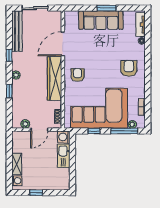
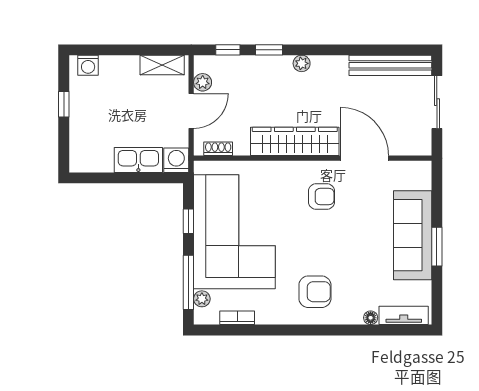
window: (9, 55) -> (228, 50), moved
armchair: (78, 75) -> (321, 197), moved
door: (39, 130) -> (191, 111), swing flipped
shelving: (17, 164) -> (162, 65), moved

